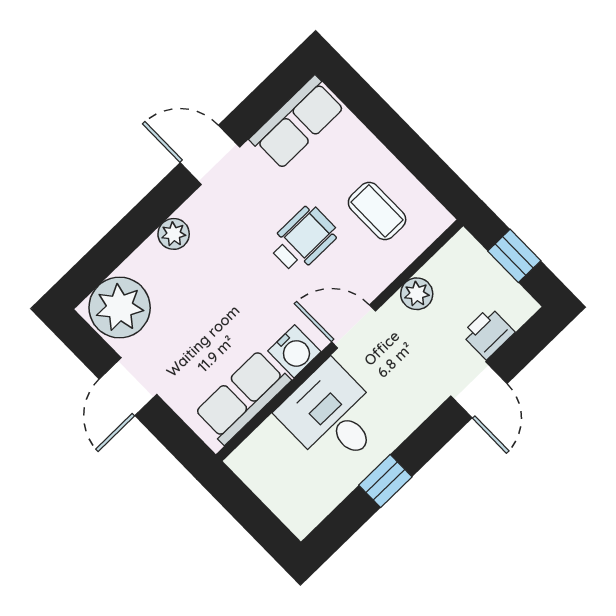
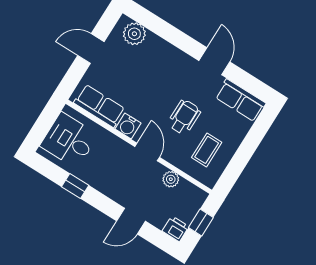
plant: (174, 234) -> (171, 53), removed
wheelchair: (303, 239) -> (184, 117), turned -90
plant: (120, 308) -> (134, 34), width x0.73, depth x0.73
printer: (488, 333) -> (176, 229), moved
desk: (332, 416) -> (69, 140), moved, turned -90

